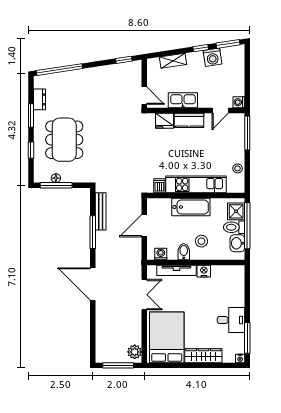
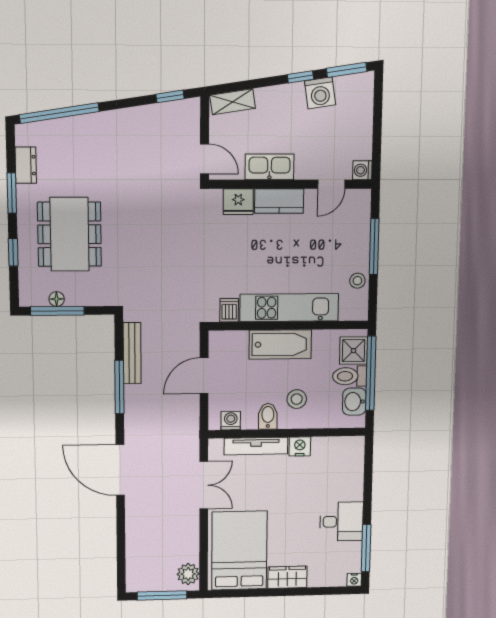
shelving: (173, 61) -> (233, 102), moved
window: (247, 133) -> (374, 247), moved
wardrobe: (203, 356) -> (287, 577), width x0.67

